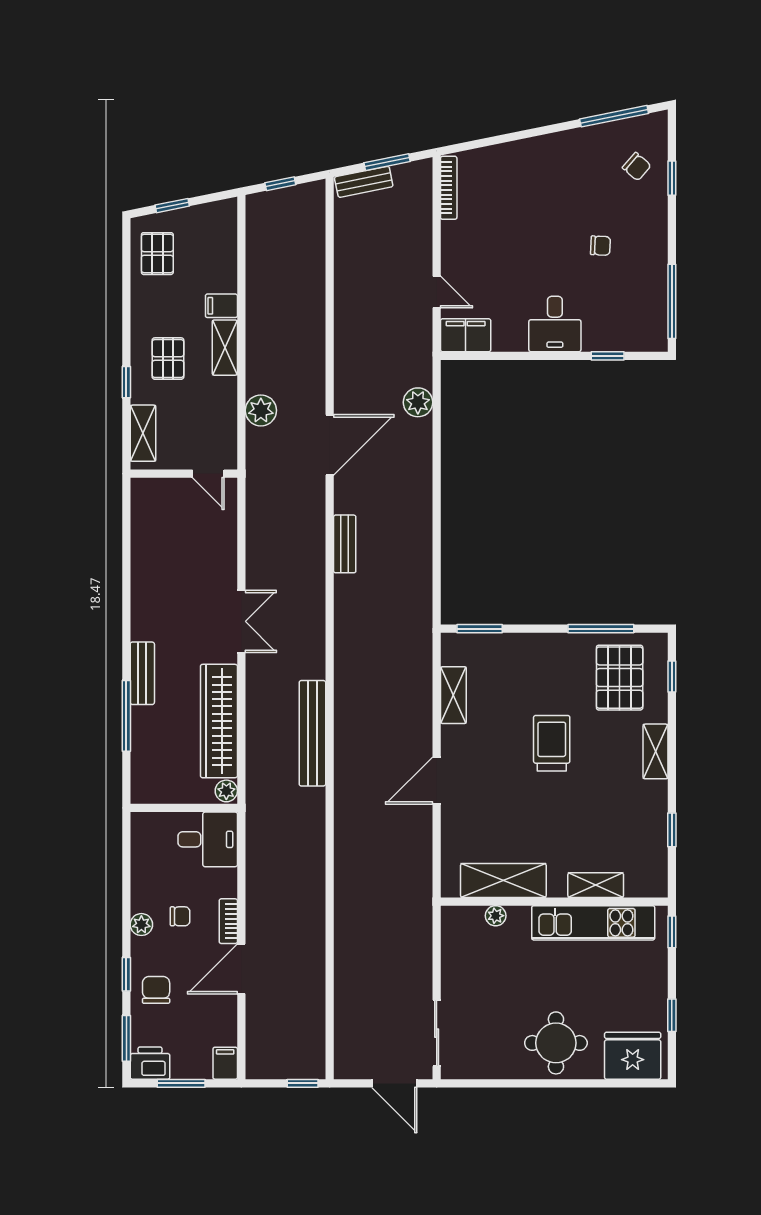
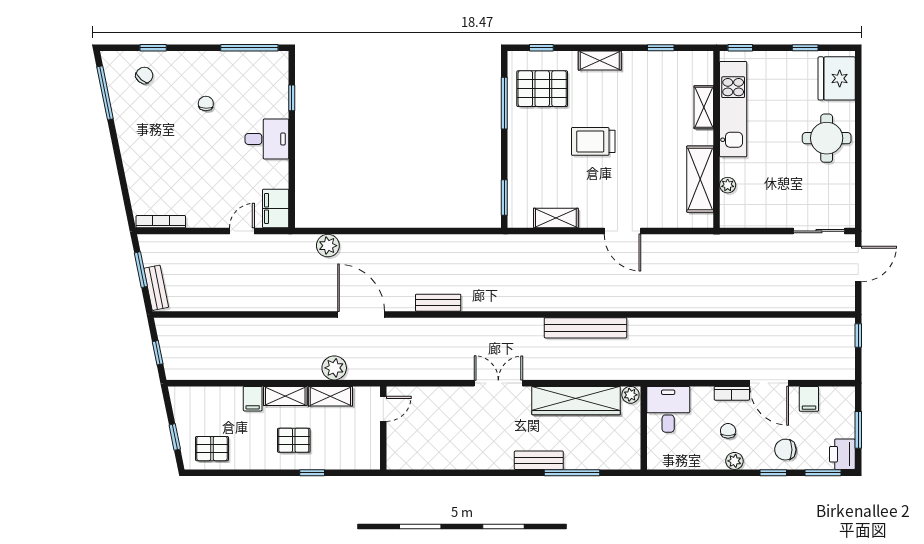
shelving: (143, 433) -> (330, 396), moved
filing cabinet: (225, 1063) -> (809, 399), moved, turned -90

